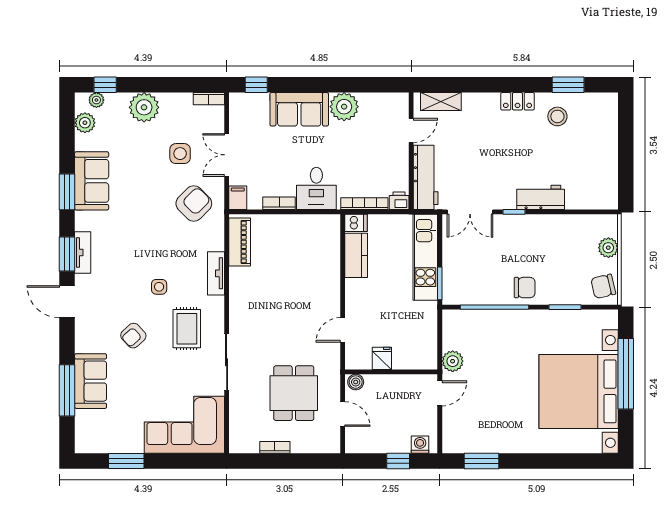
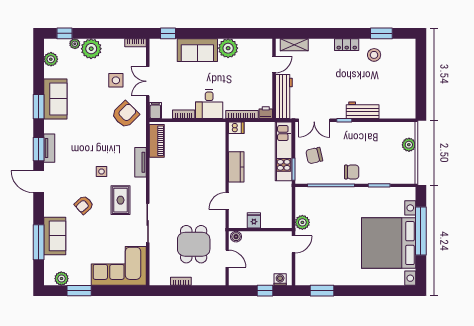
plant: (96, 100) -> (75, 44), moved
kitchen counter: (356, 255) -> (236, 167), moved
chair: (603, 286) -> (314, 156), moved
plant: (101, 443) -> (61, 279), added

